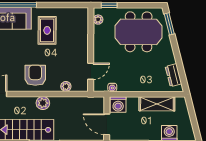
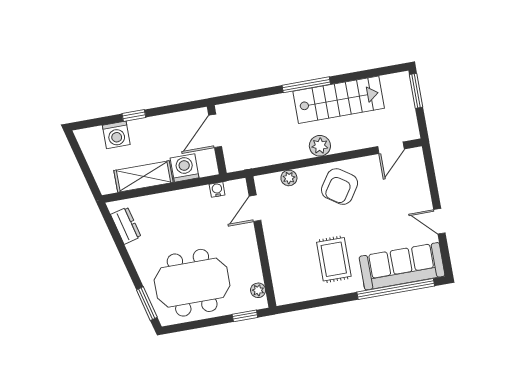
armchair: (35, 75) -> (340, 187), turned 34
washing machine: (118, 105) -> (185, 168), moved
door: (107, 124) -> (215, 131), swing flipped

